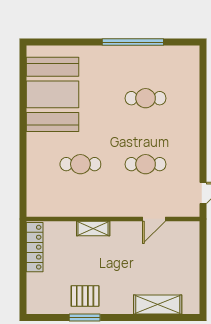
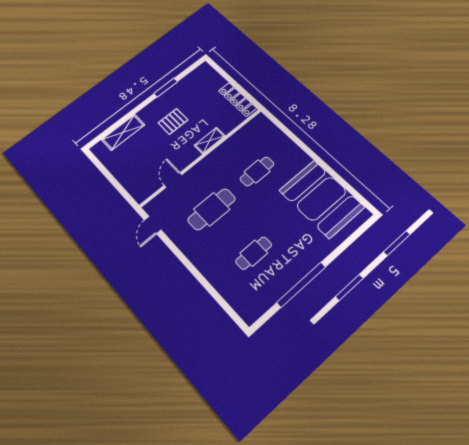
cafe table: (146, 164) -> (212, 209), width x1.37, depth x1.35
pallet: (85, 296) -> (173, 121), moved

